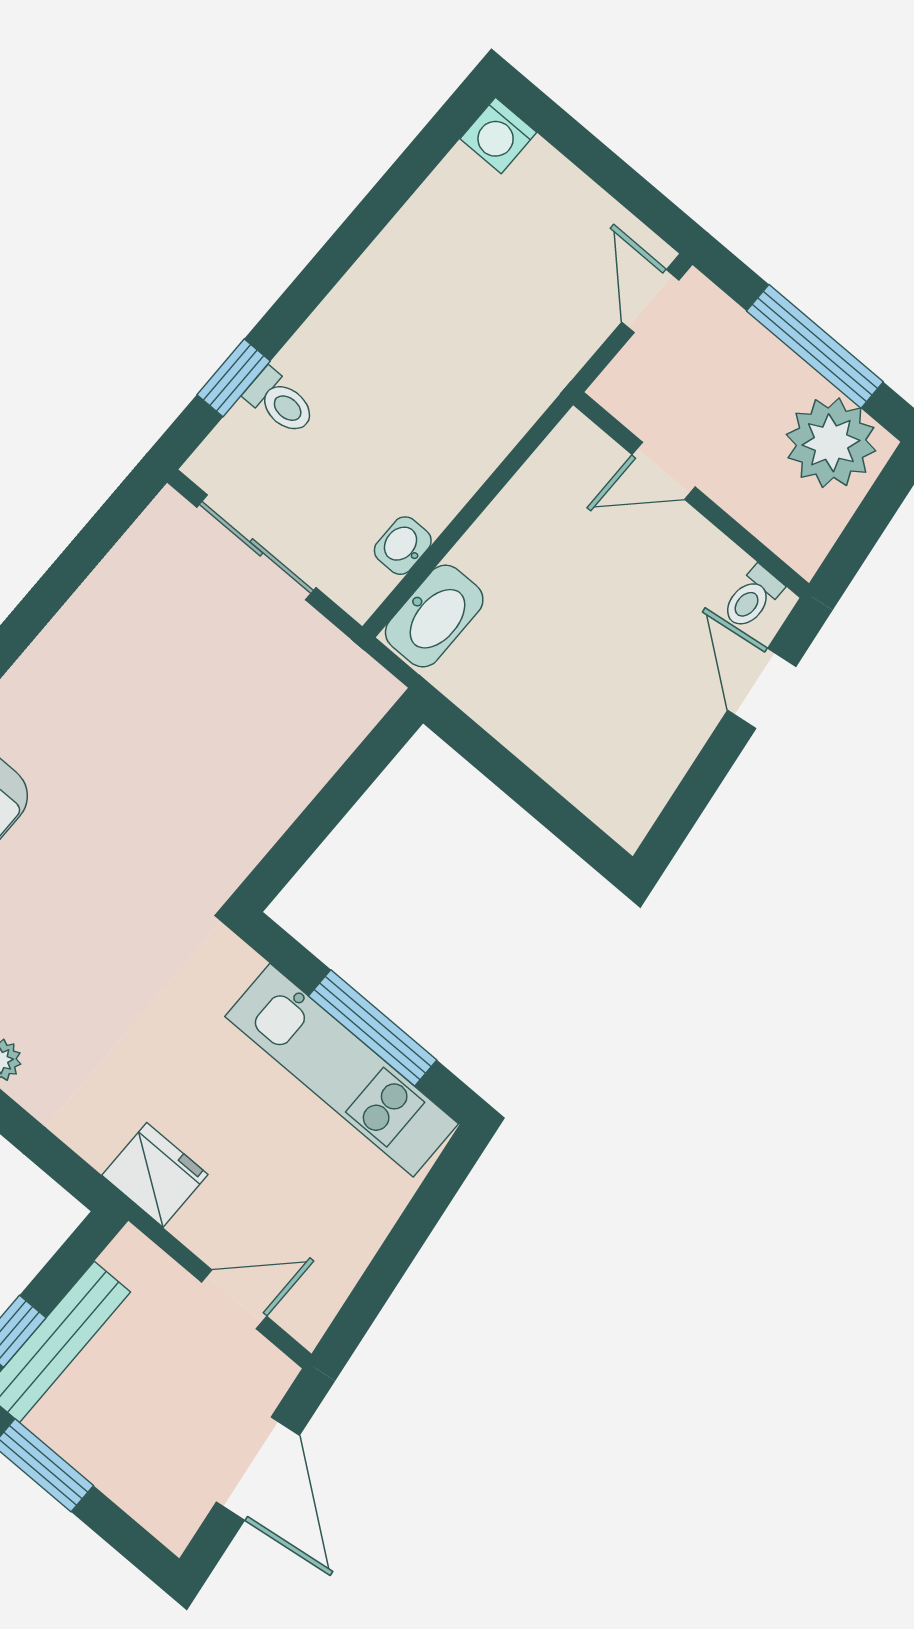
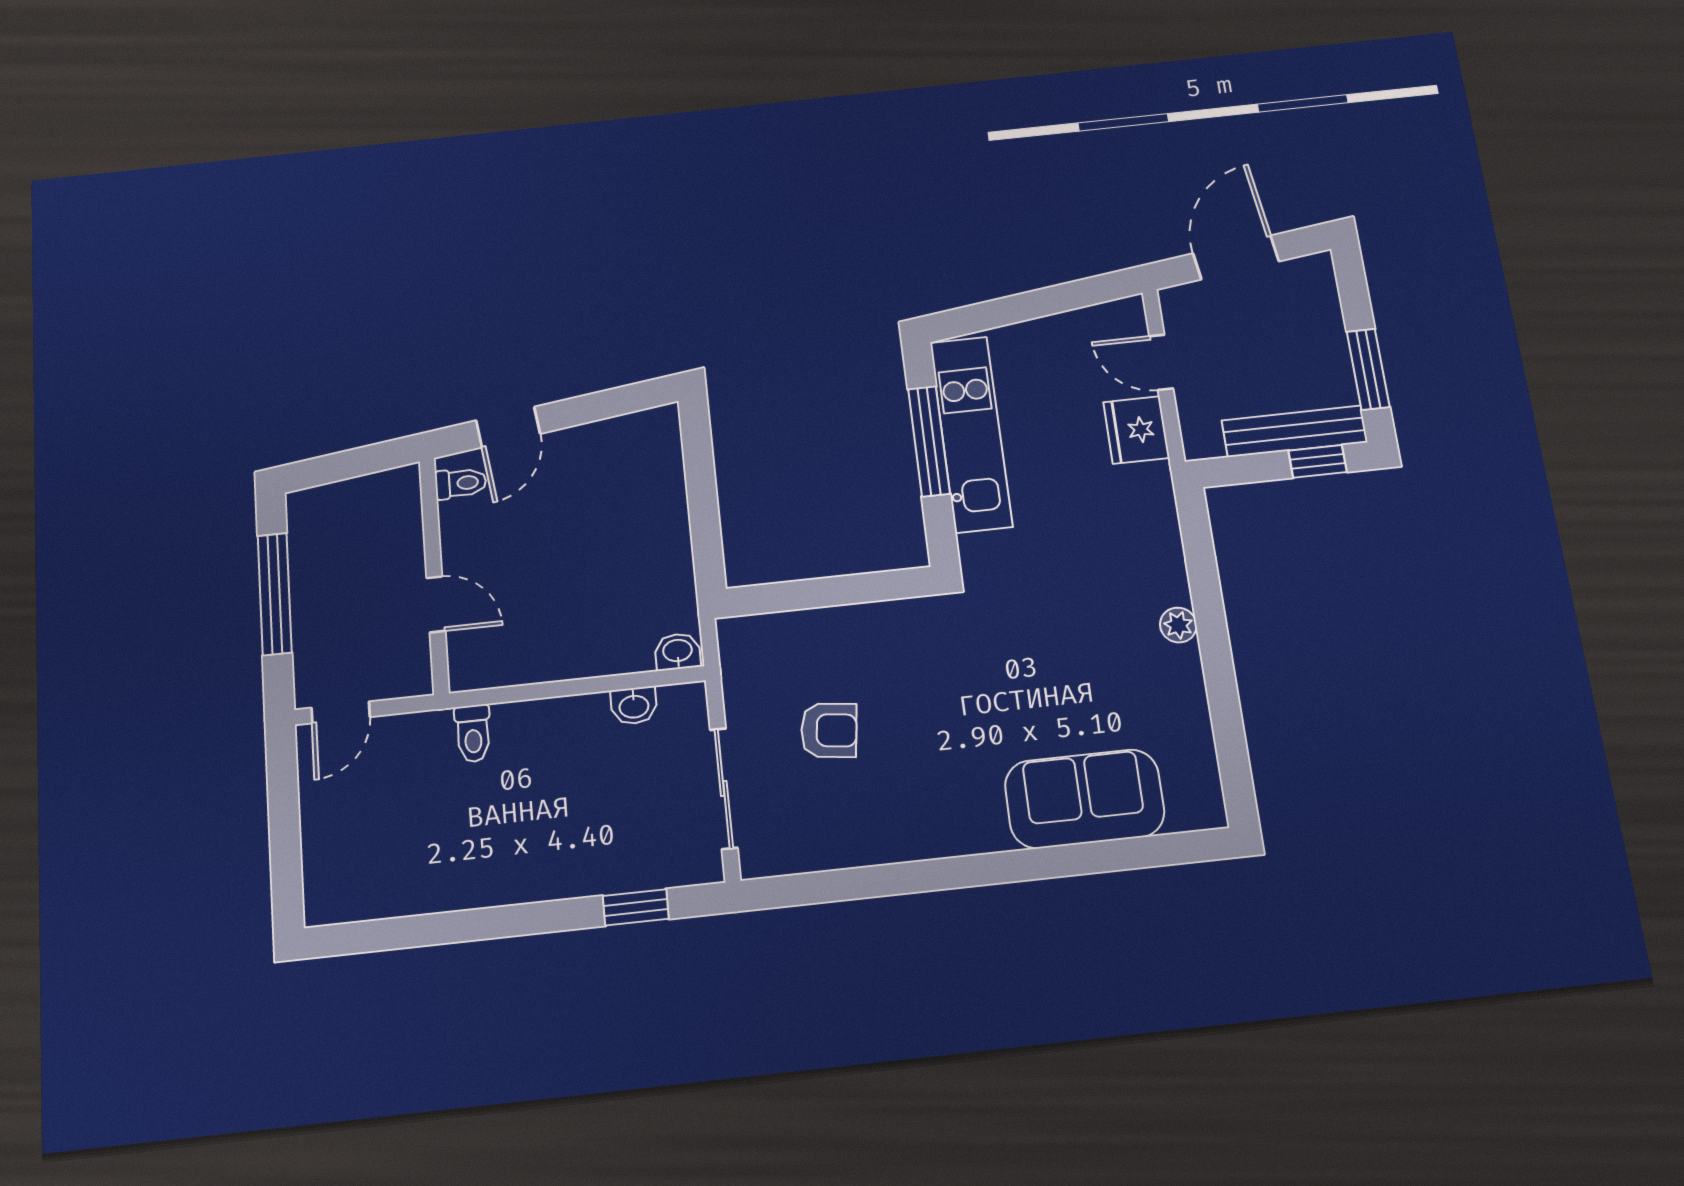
washing machine: (498, 135) -> (326, 902), removed
toilet: (280, 402) -> (473, 733), moved, turned 180
plant: (831, 443) -> (324, 529), removed
washbasin: (434, 616) -> (678, 652), width x0.52, depth x0.69
armchair: (215, 682) -> (829, 730), added
fridge: (155, 1175) -> (1136, 430), moved

